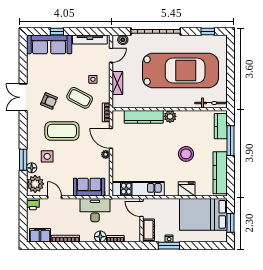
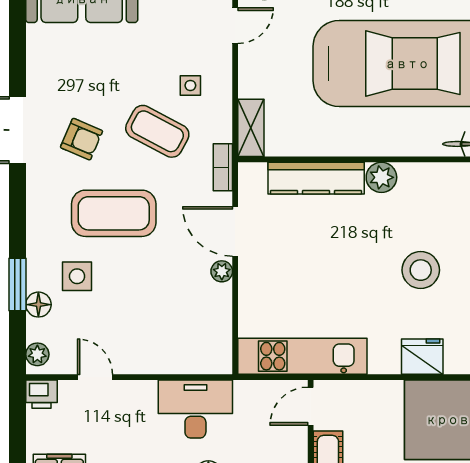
shelving: (117, 83) -> (251, 128), moved
plant: (35, 184) -> (37, 354), width x0.53, depth x0.53
sofa: (89, 187) -> (181, 352), removed
door: (141, 209) -> (311, 406), hinge flipped

